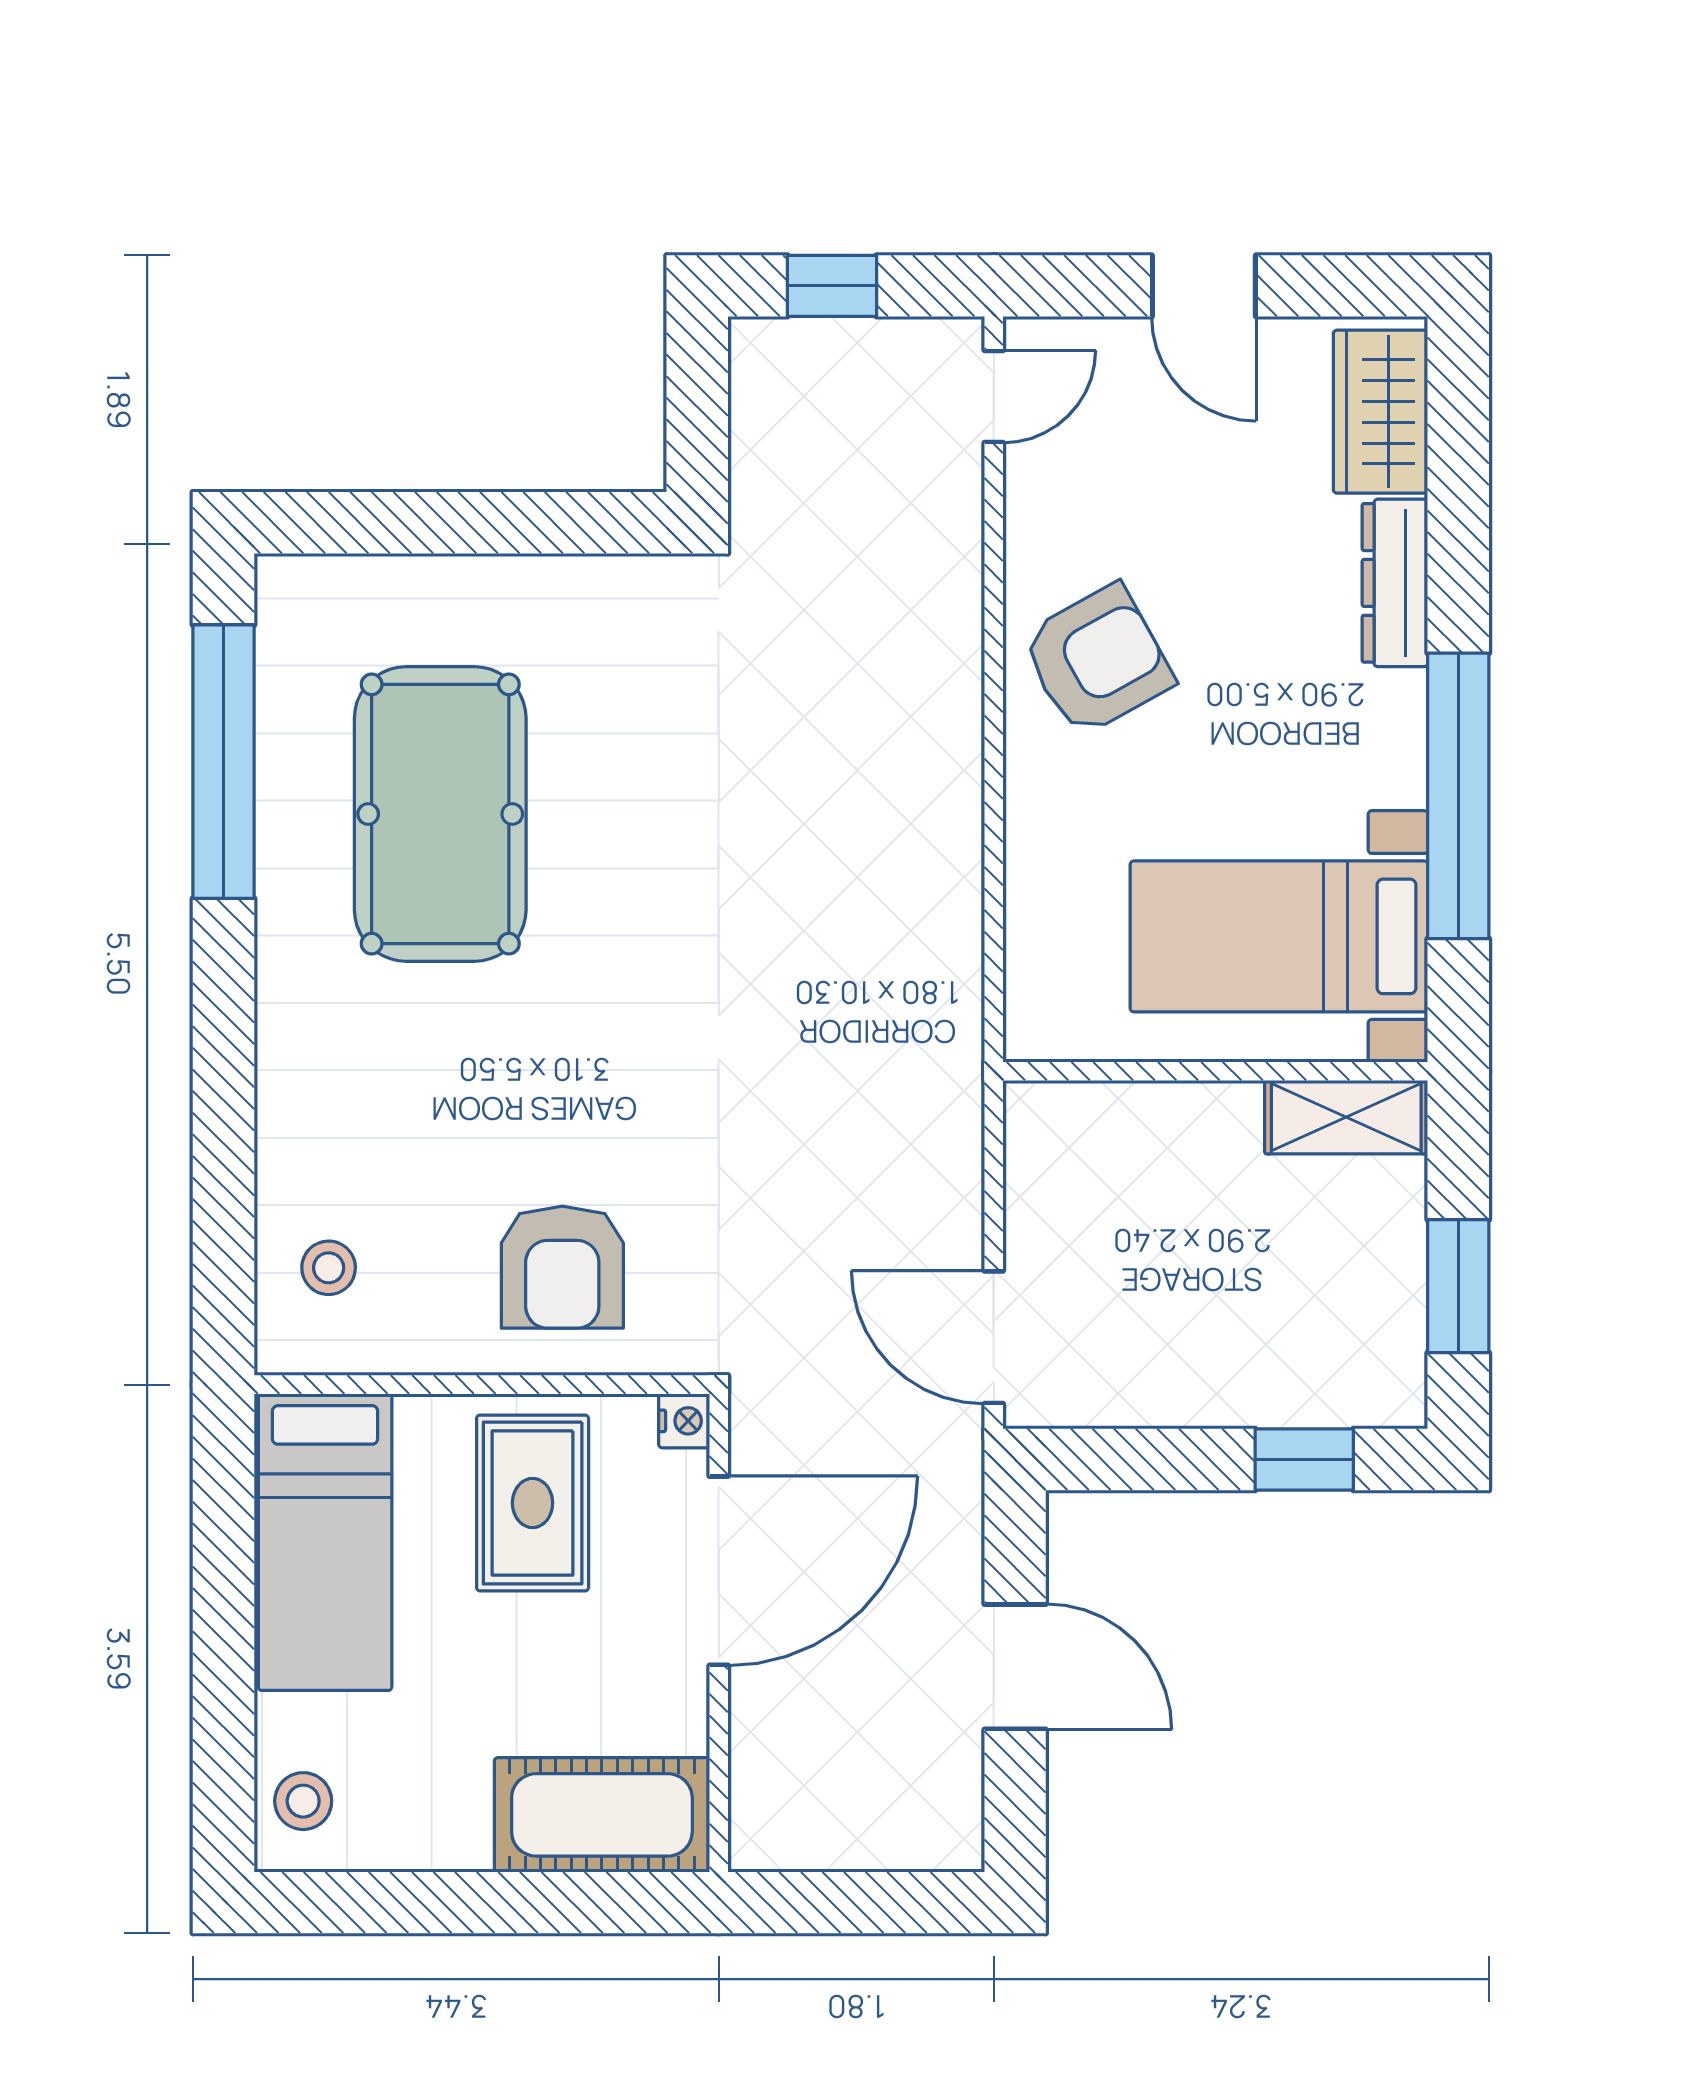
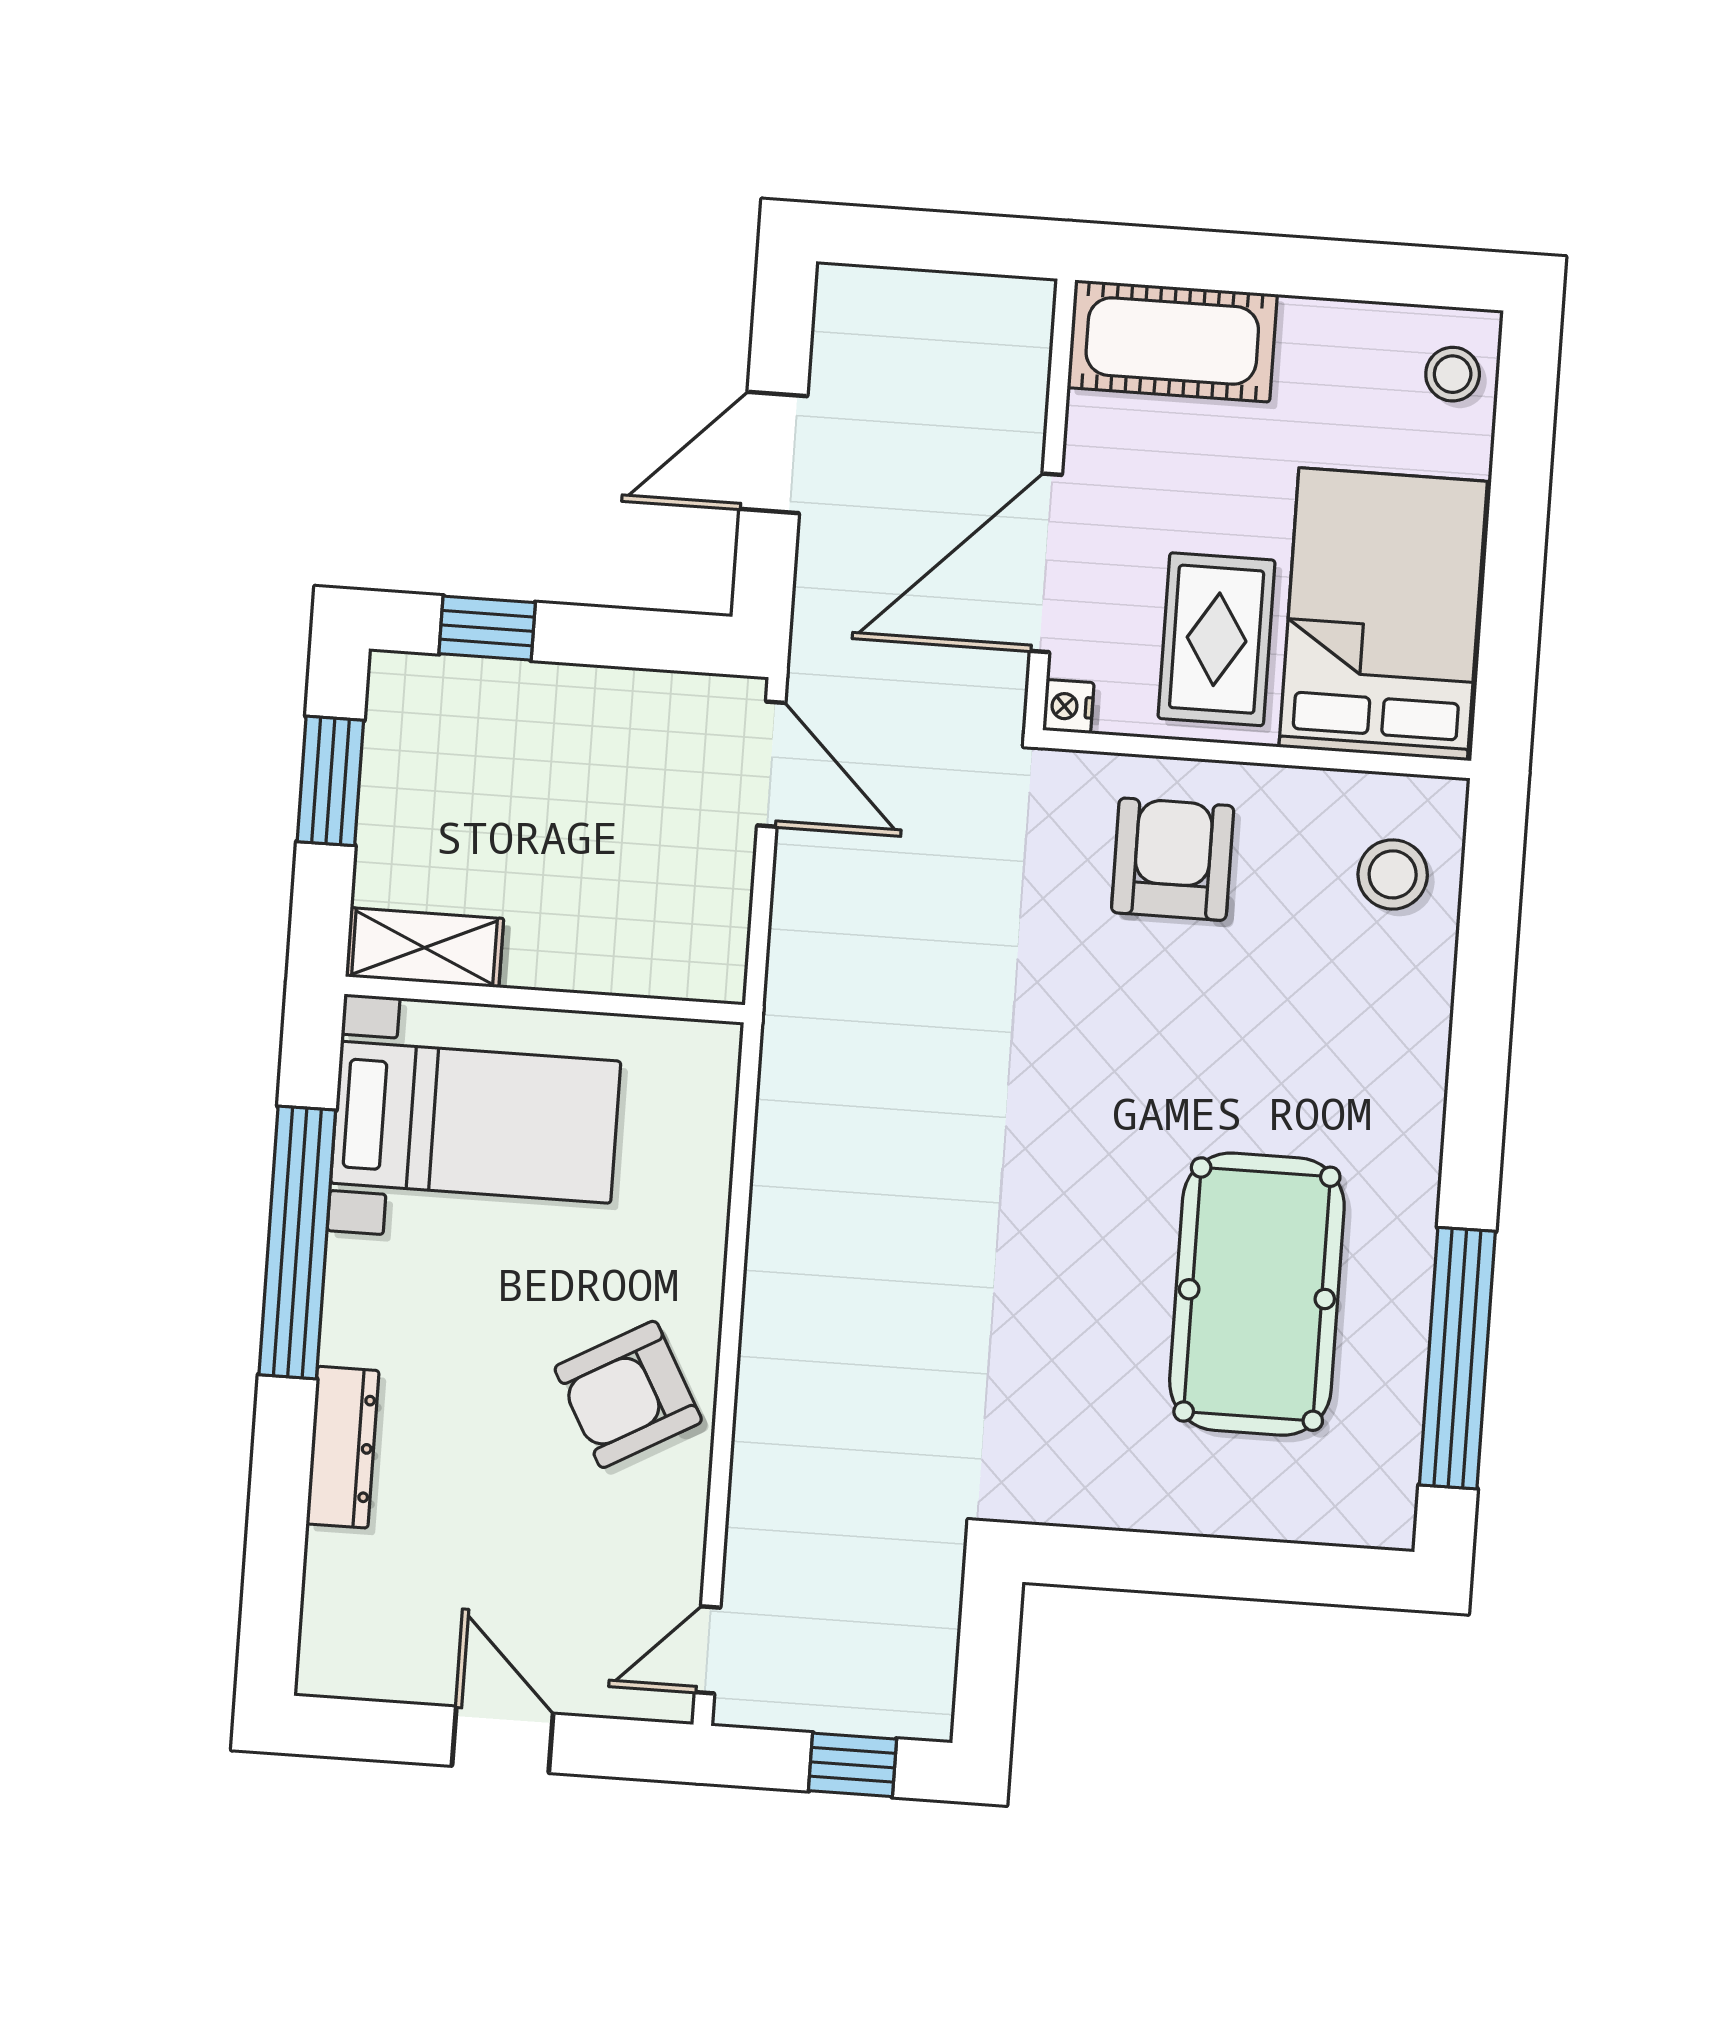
wardrobe: (1381, 412) -> (345, 1609), removed
stool: (329, 1268) -> (1393, 874), width x1.37, depth x1.37
bed: (325, 1542) -> (1383, 614), width x1.50
door: (1015, 1667) -> (773, 453), hinge flipped

